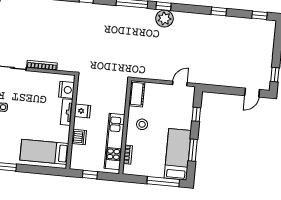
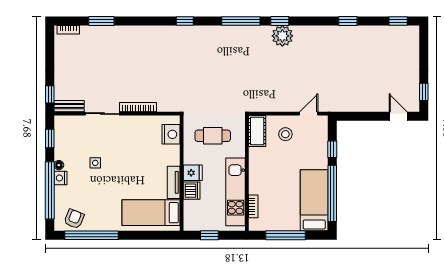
door: (252, 93) -> (398, 116), swing flipped
cafe table: (100, 94) -> (213, 136), added
fridge: (82, 111) -> (193, 173), moved
tv unit: (67, 112) -> (174, 182), moved
stool: (142, 124) -> (285, 134), moved
window: (193, 150) -> (332, 193), width x2.11
window: (163, 182) -> (286, 235), moved

